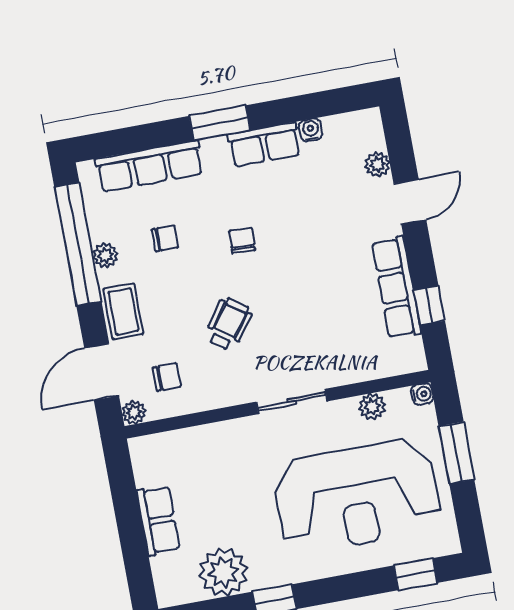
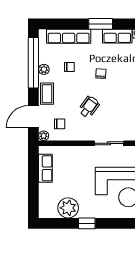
row of seats: (158, 520) -> (45, 168), moved

